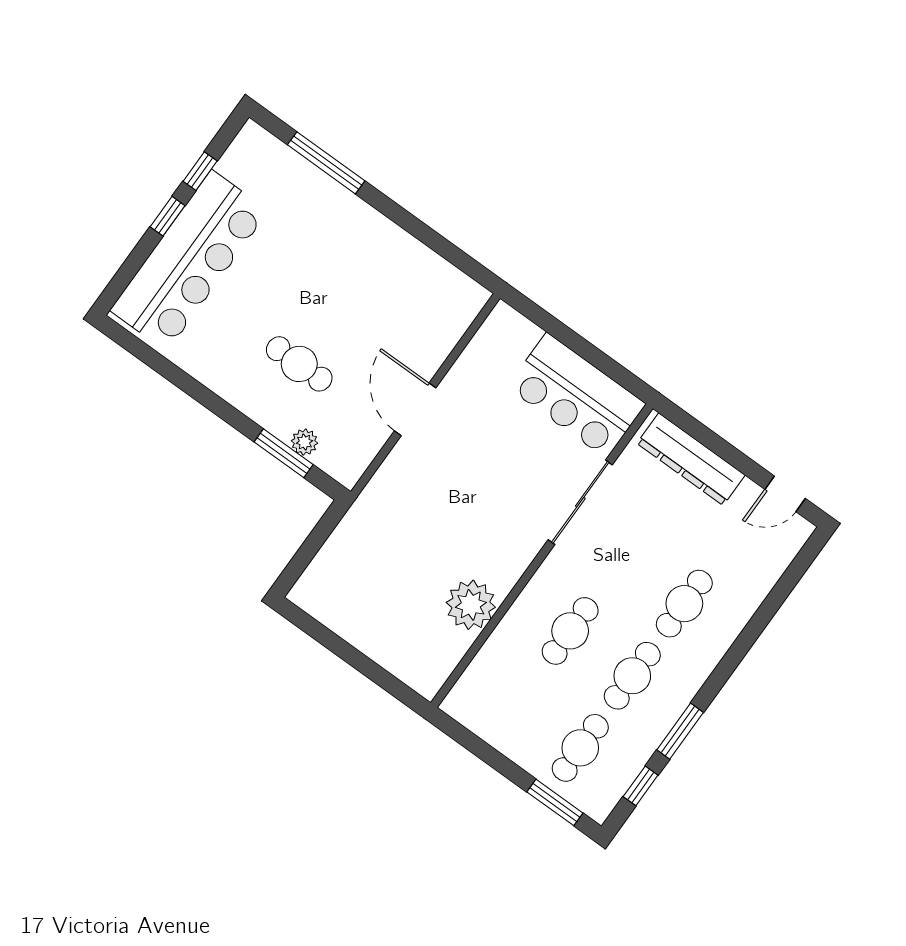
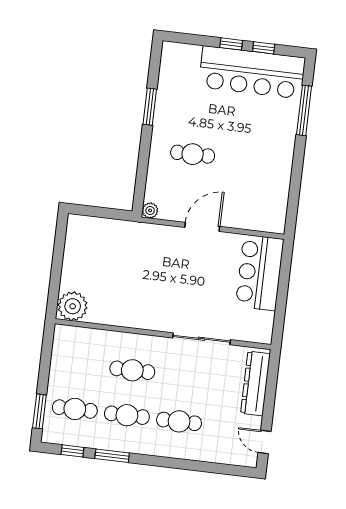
bar counter: (189, 261) -> (252, 72), moved
cafe table: (299, 364) -> (193, 154), turned 90
bar counter: (577, 395) -> (260, 273), moved
plant: (304, 442) -> (150, 210), moved
window: (284, 453) -> (150, 107), moved
plant: (471, 605) -> (73, 306), moved

